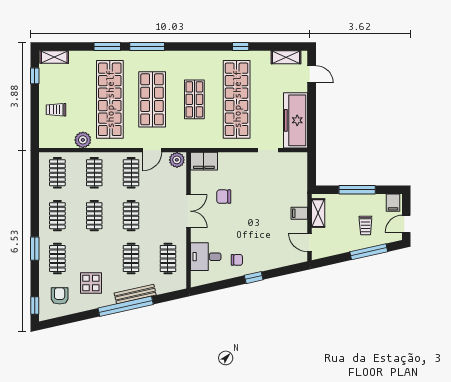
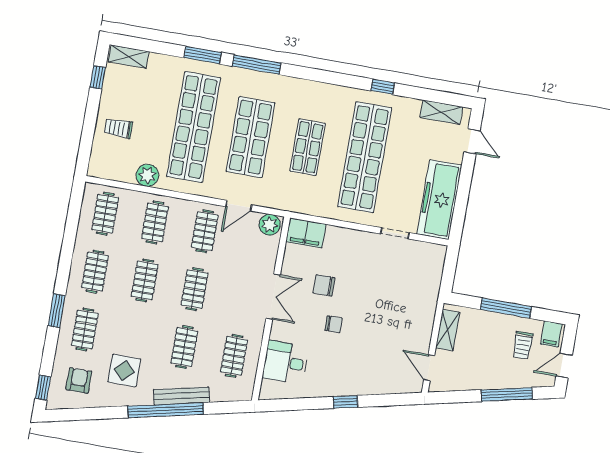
filing cabinet: (299, 213) -> (422, 326), removed
trolley: (366, 225) -> (523, 345), moved
chair: (237, 260) -> (334, 324), moved

